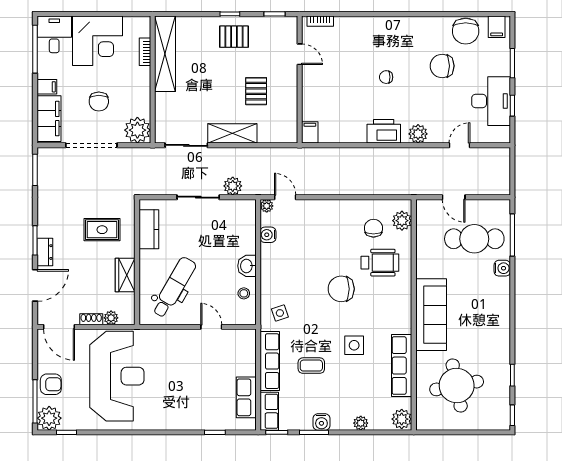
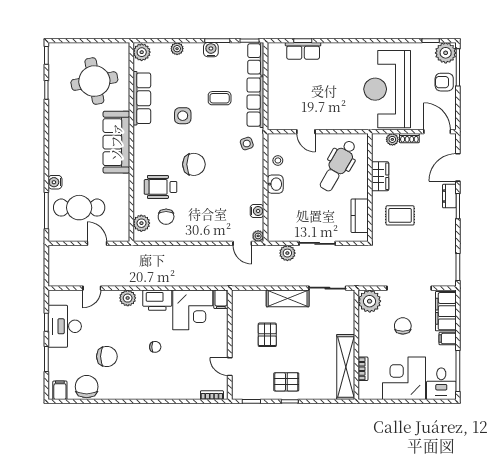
corner desk: (343, 120) -> (193, 310), added
row of seats: (246, 397) -> (303, 51), moved, turned 90

